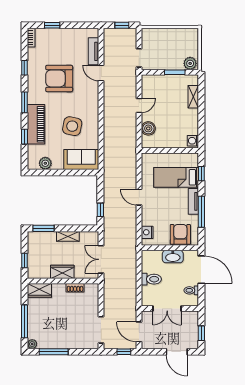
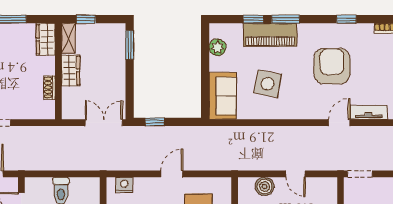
window: (24, 102) -> (286, 19), moved
shelving: (68, 236) -> (68, 38), moved
double door: (101, 259) -> (104, 123), moved

